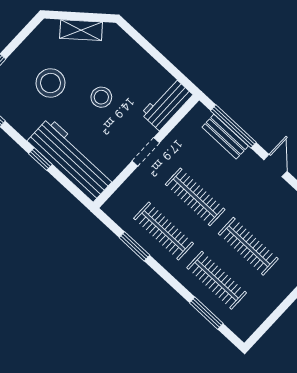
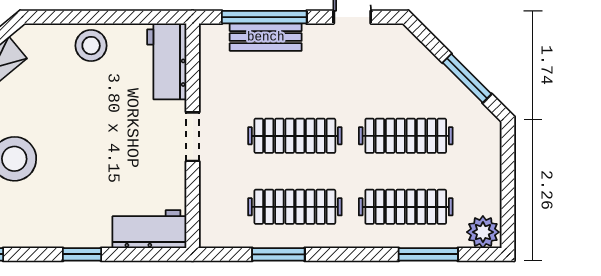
stool: (101, 97) -> (91, 46), moved
workbench: (71, 160) -> (149, 229), width x0.53, depth x0.76
plant: (242, 327) -> (483, 232), added

